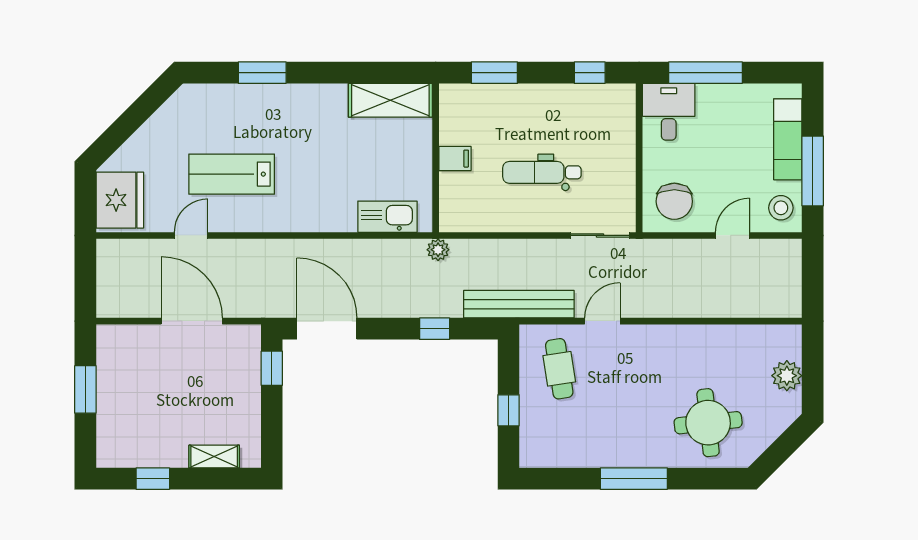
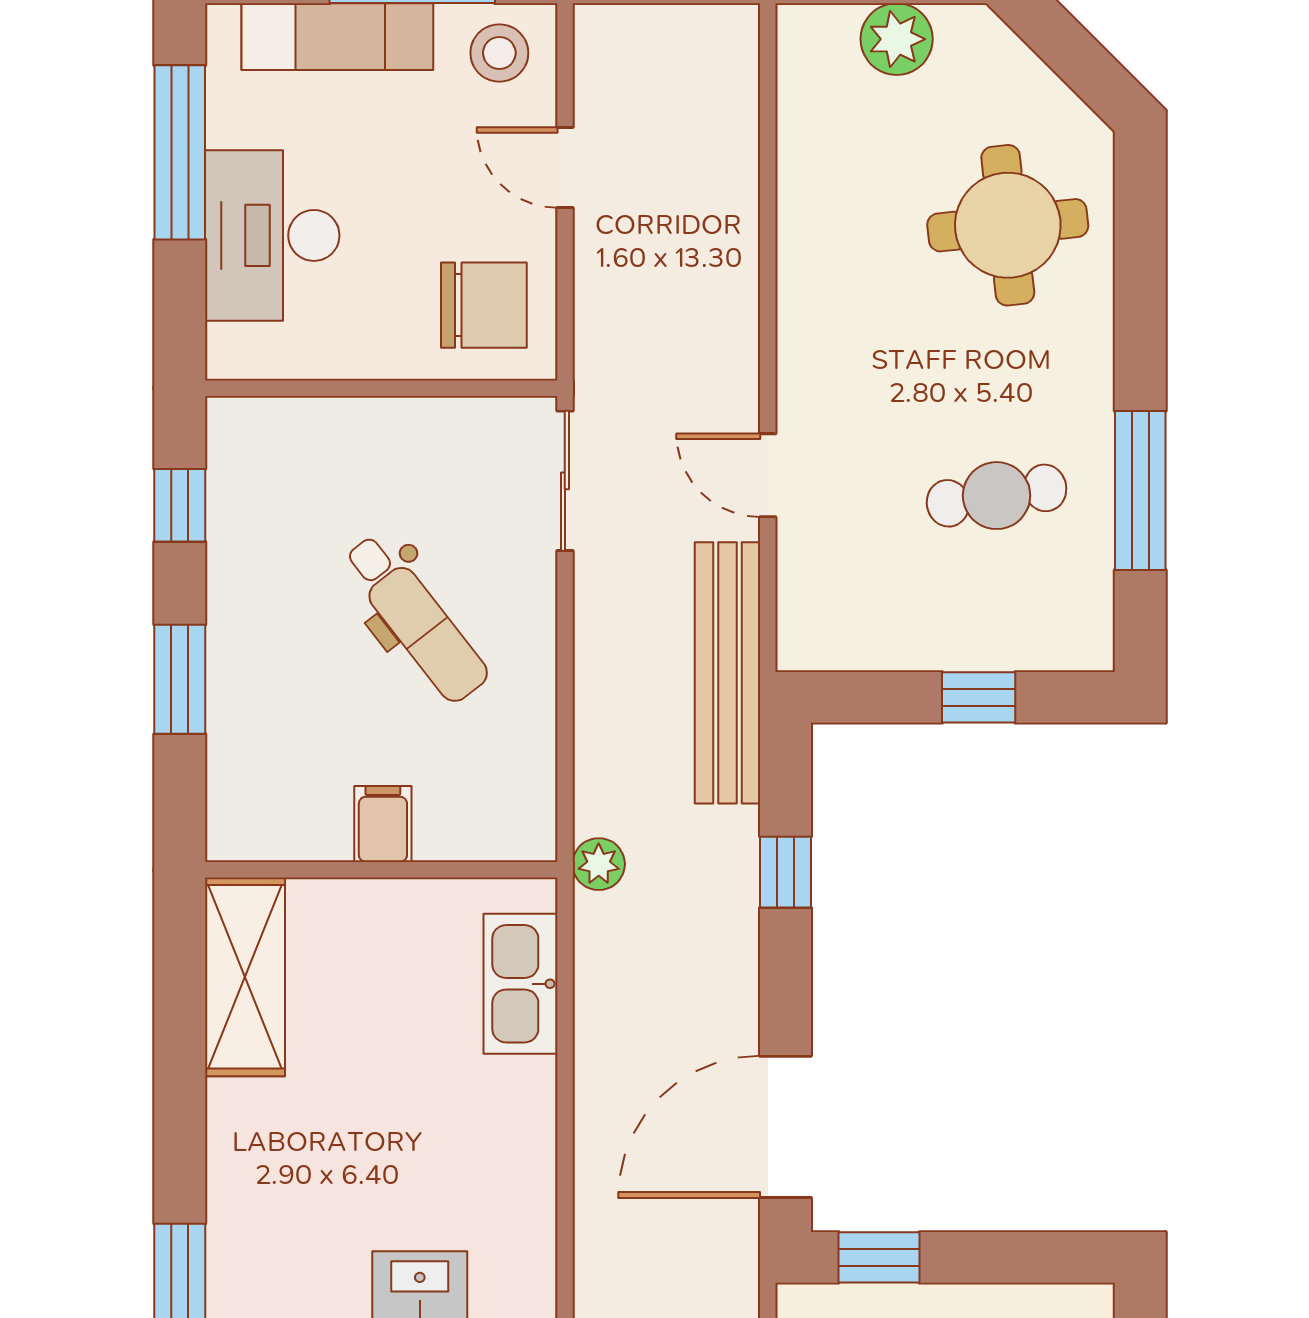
window: (494, 73) -> (180, 679), moved
window: (705, 73) -> (180, 152), moved
desk: (669, 112) -> (272, 235), moved, width x1.37
dental chair: (542, 172) -> (416, 618), turned -38
cafe table: (559, 369) -> (997, 496), moved
window: (634, 479) -> (1140, 490), moved

